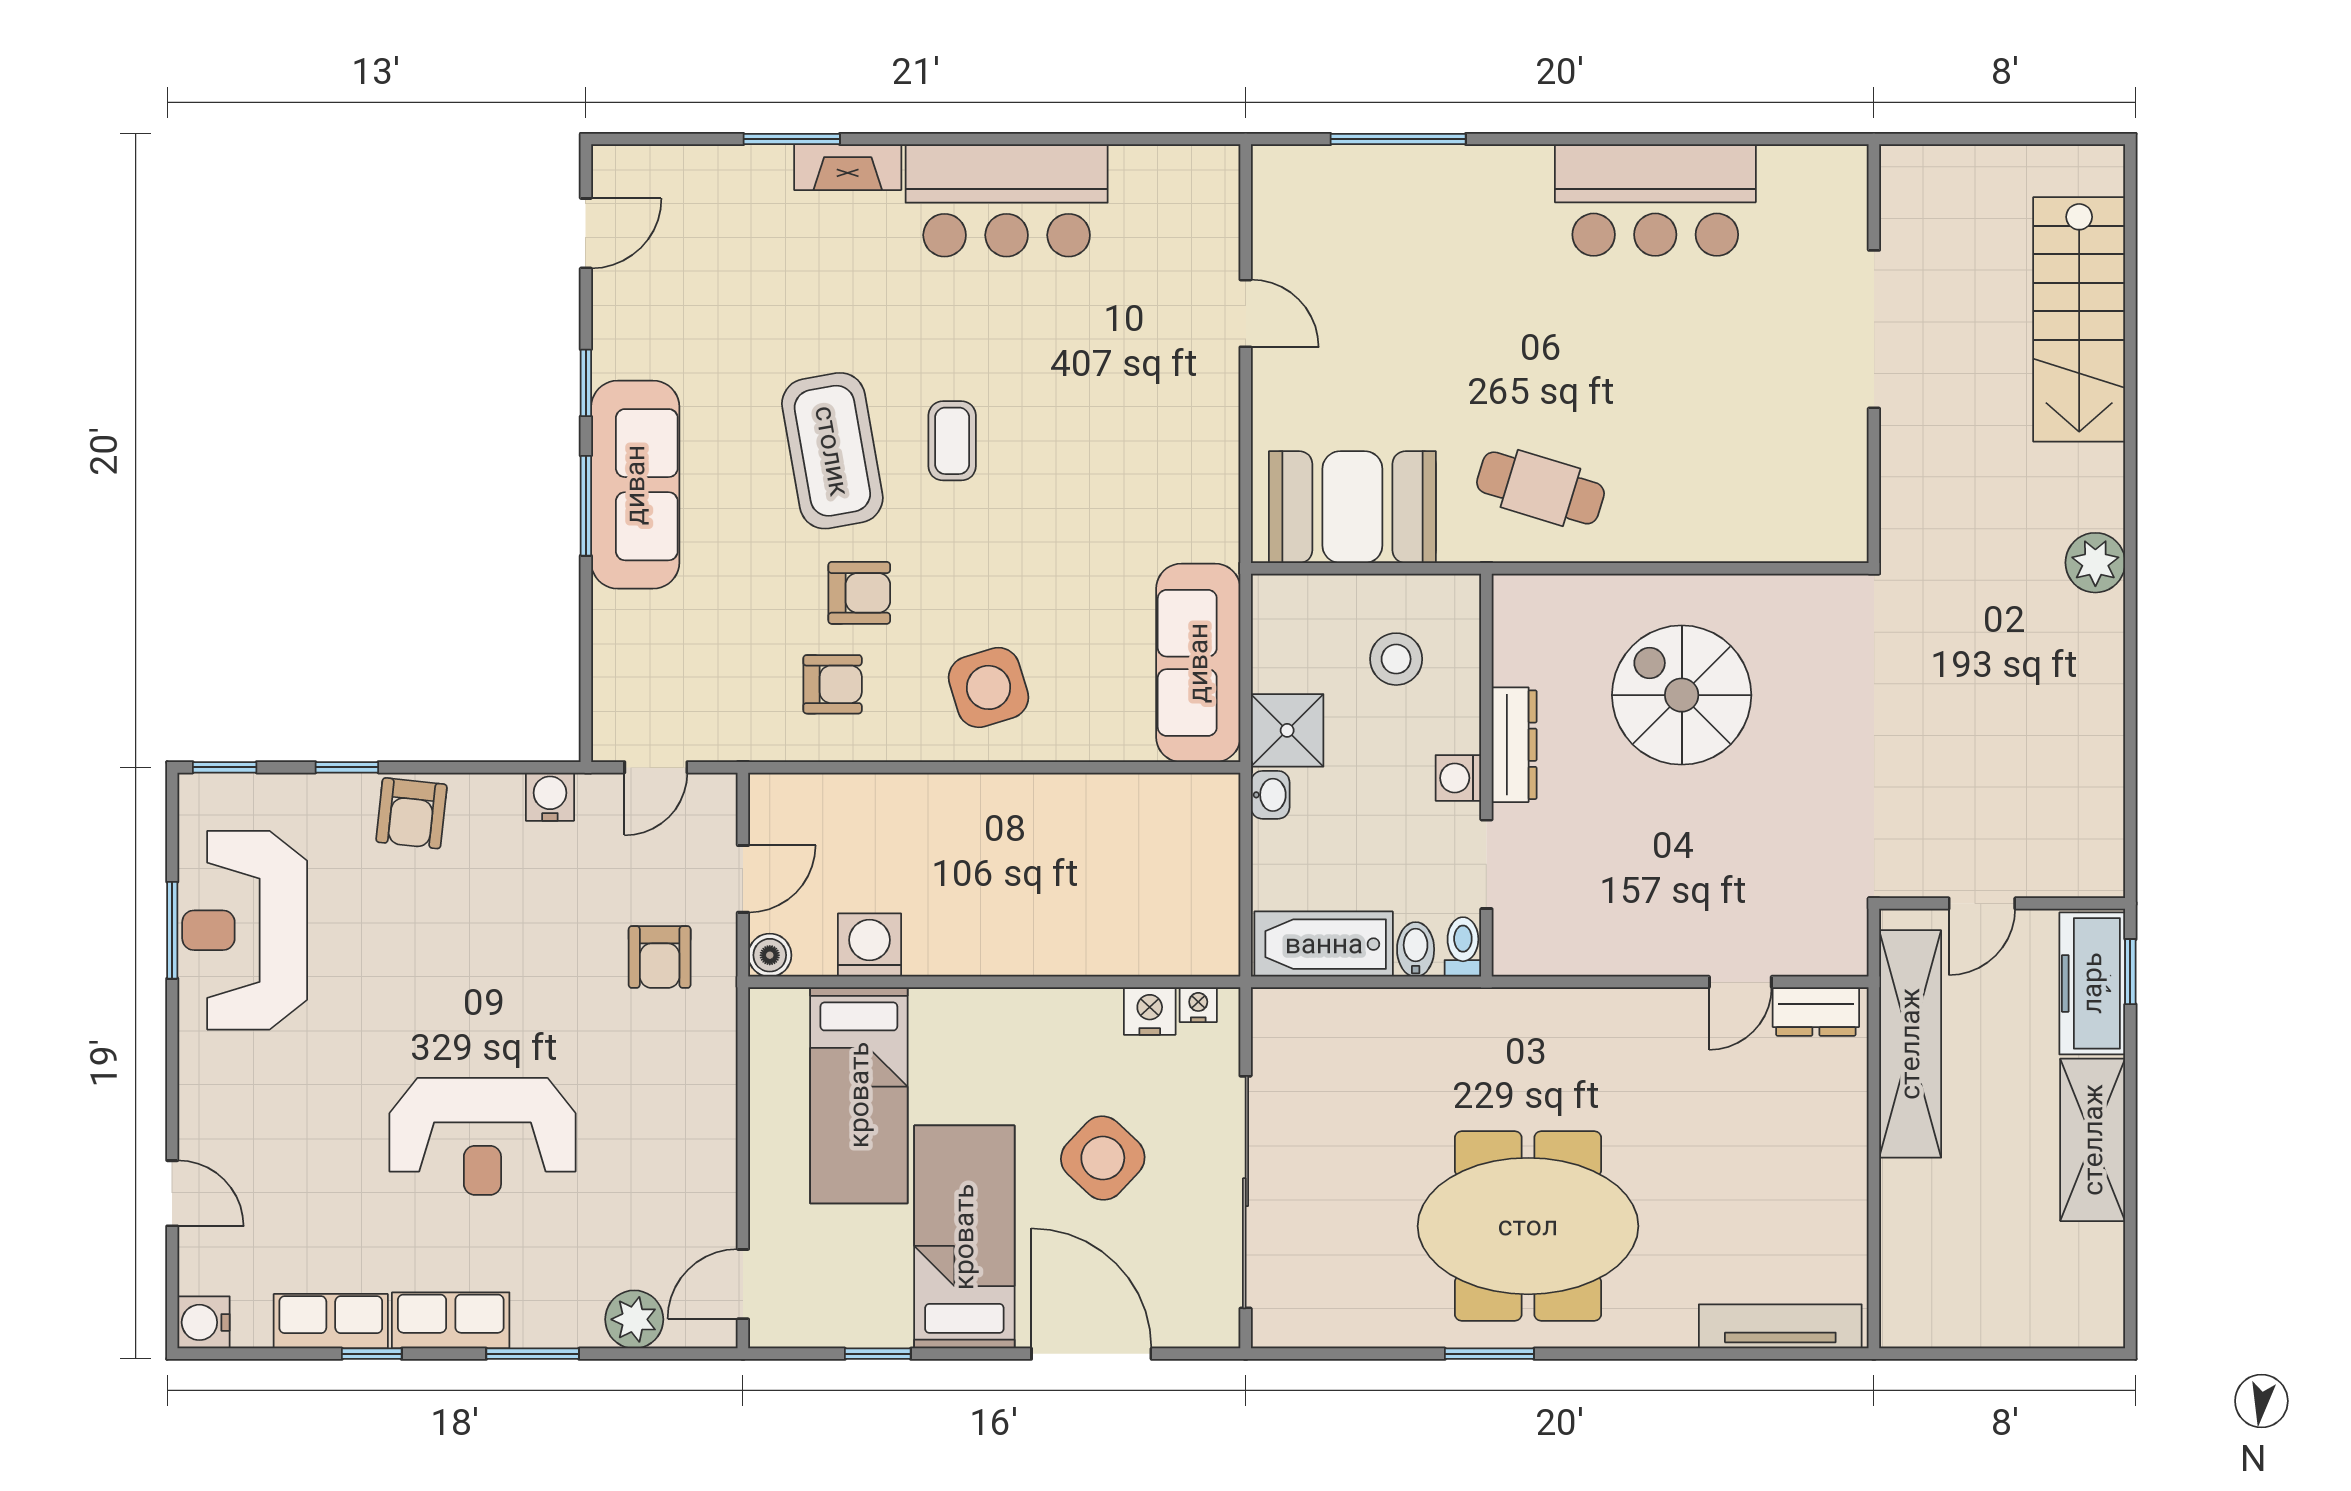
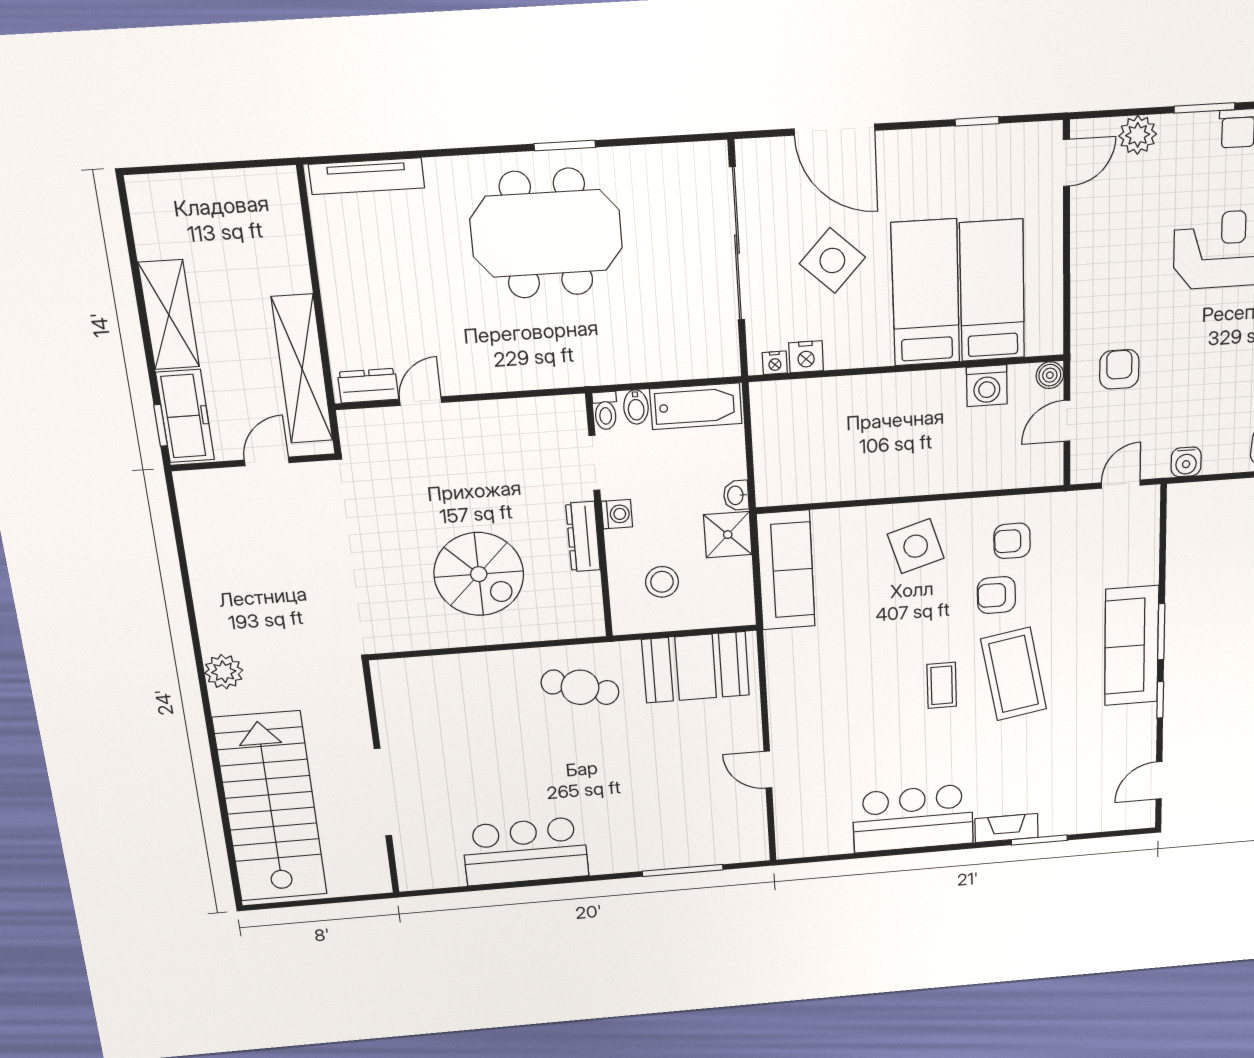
stairs: (2079, 319) -> (270, 807), width x1.36, depth x1.51
bed: (964, 1237) -> (926, 293), moved, turned 180

